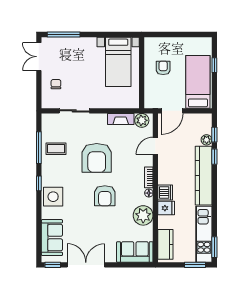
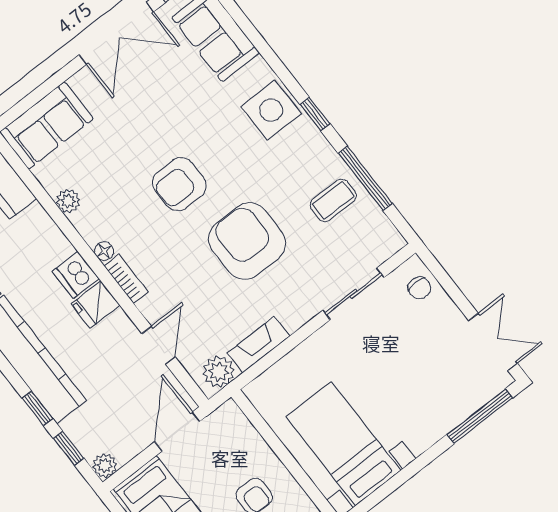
chair: (56, 84) -> (419, 288), moved
plant: (207, 140) -> (105, 466), moved
armchair: (105, 196) -> (179, 184), turned -90
fridge: (166, 208) -> (95, 304), moved
plant: (143, 215) -> (68, 201), width x0.53, depth x0.53

